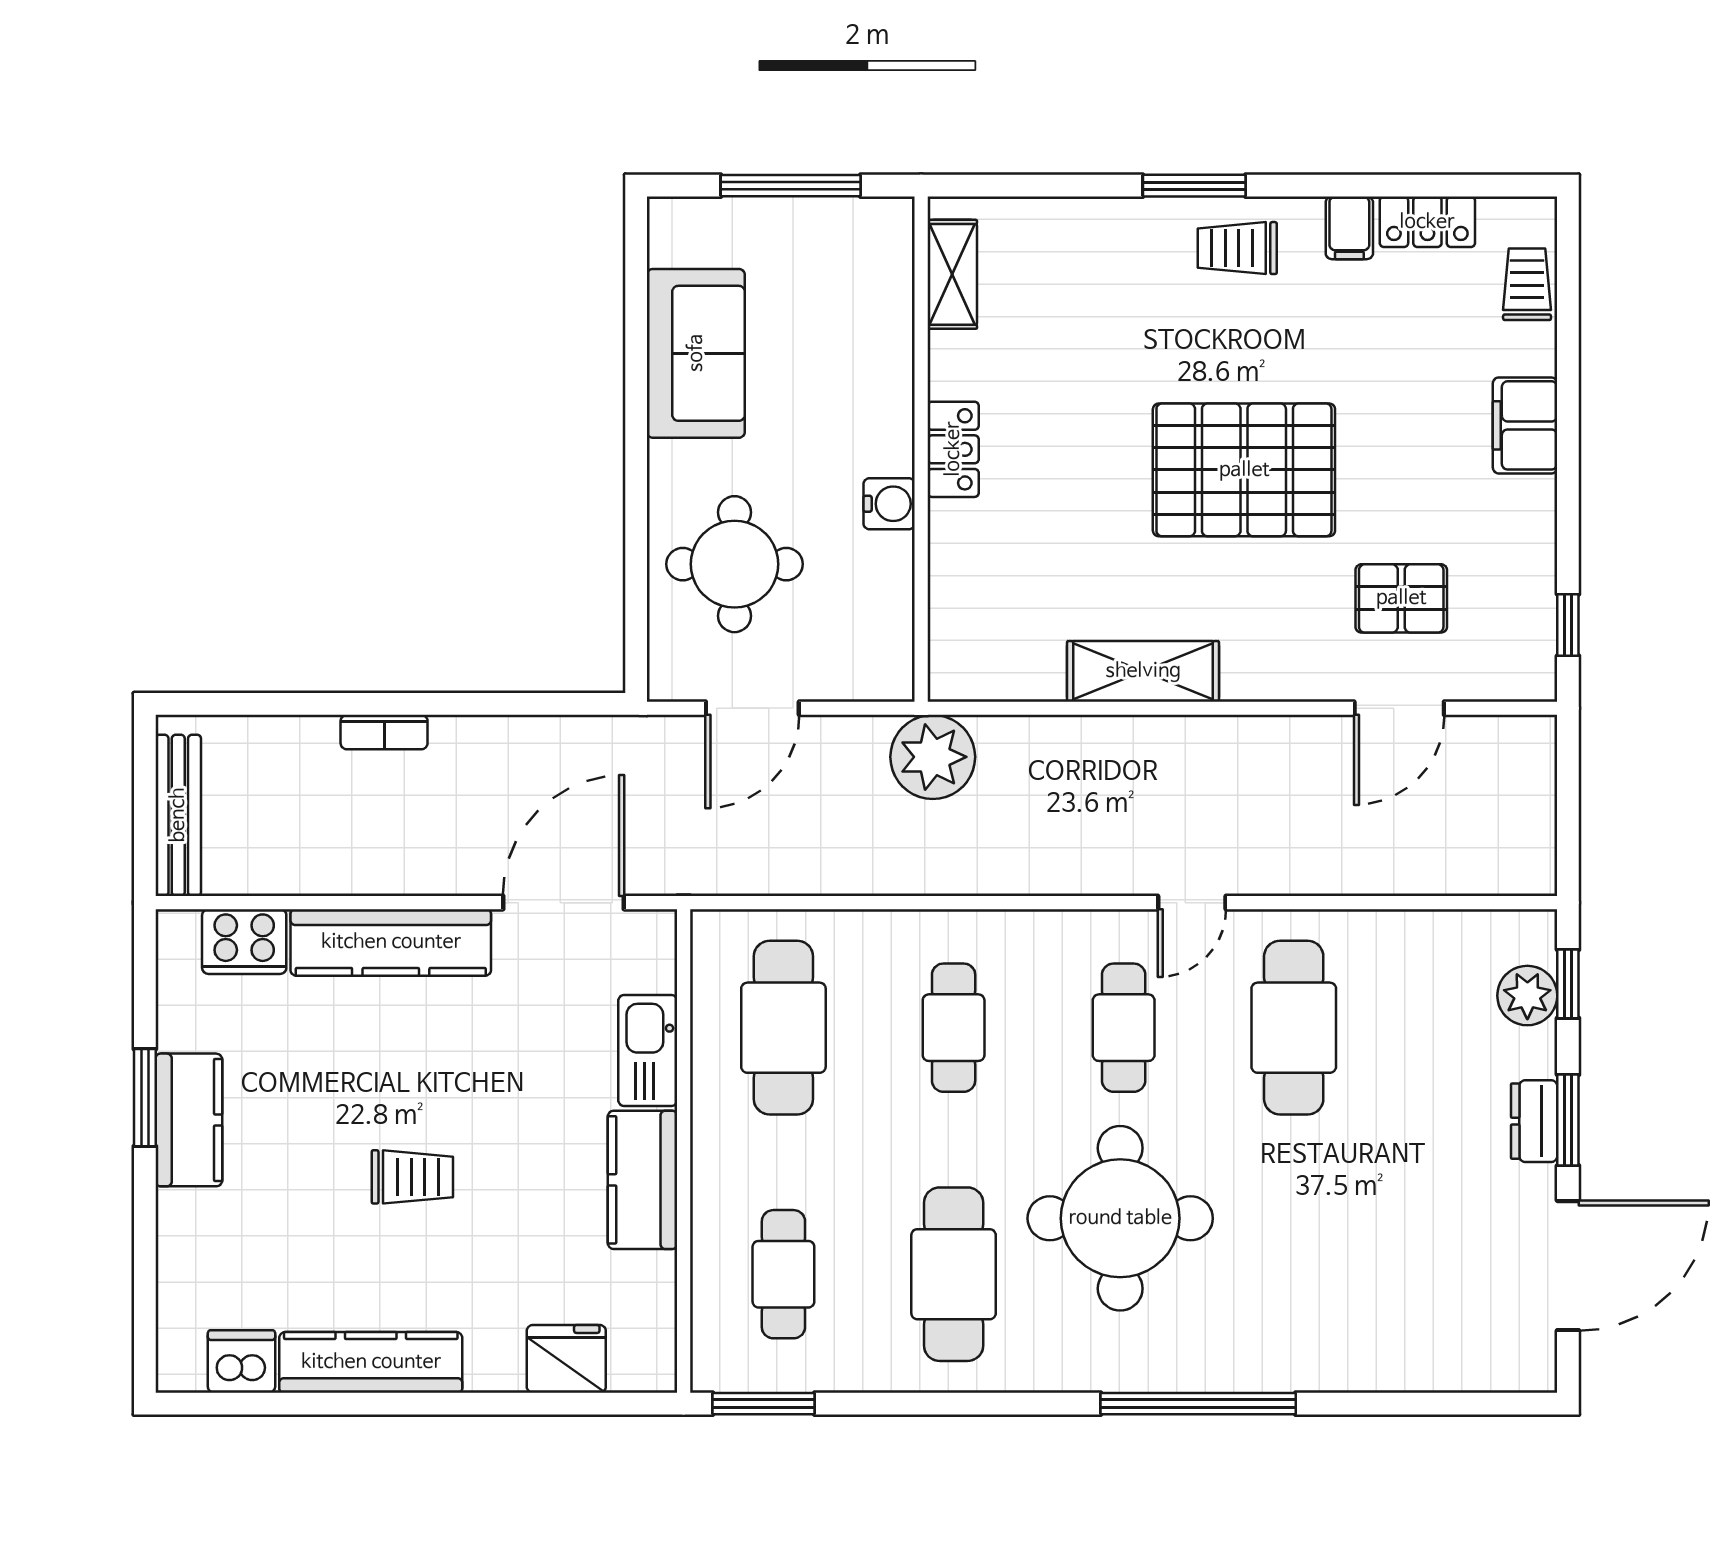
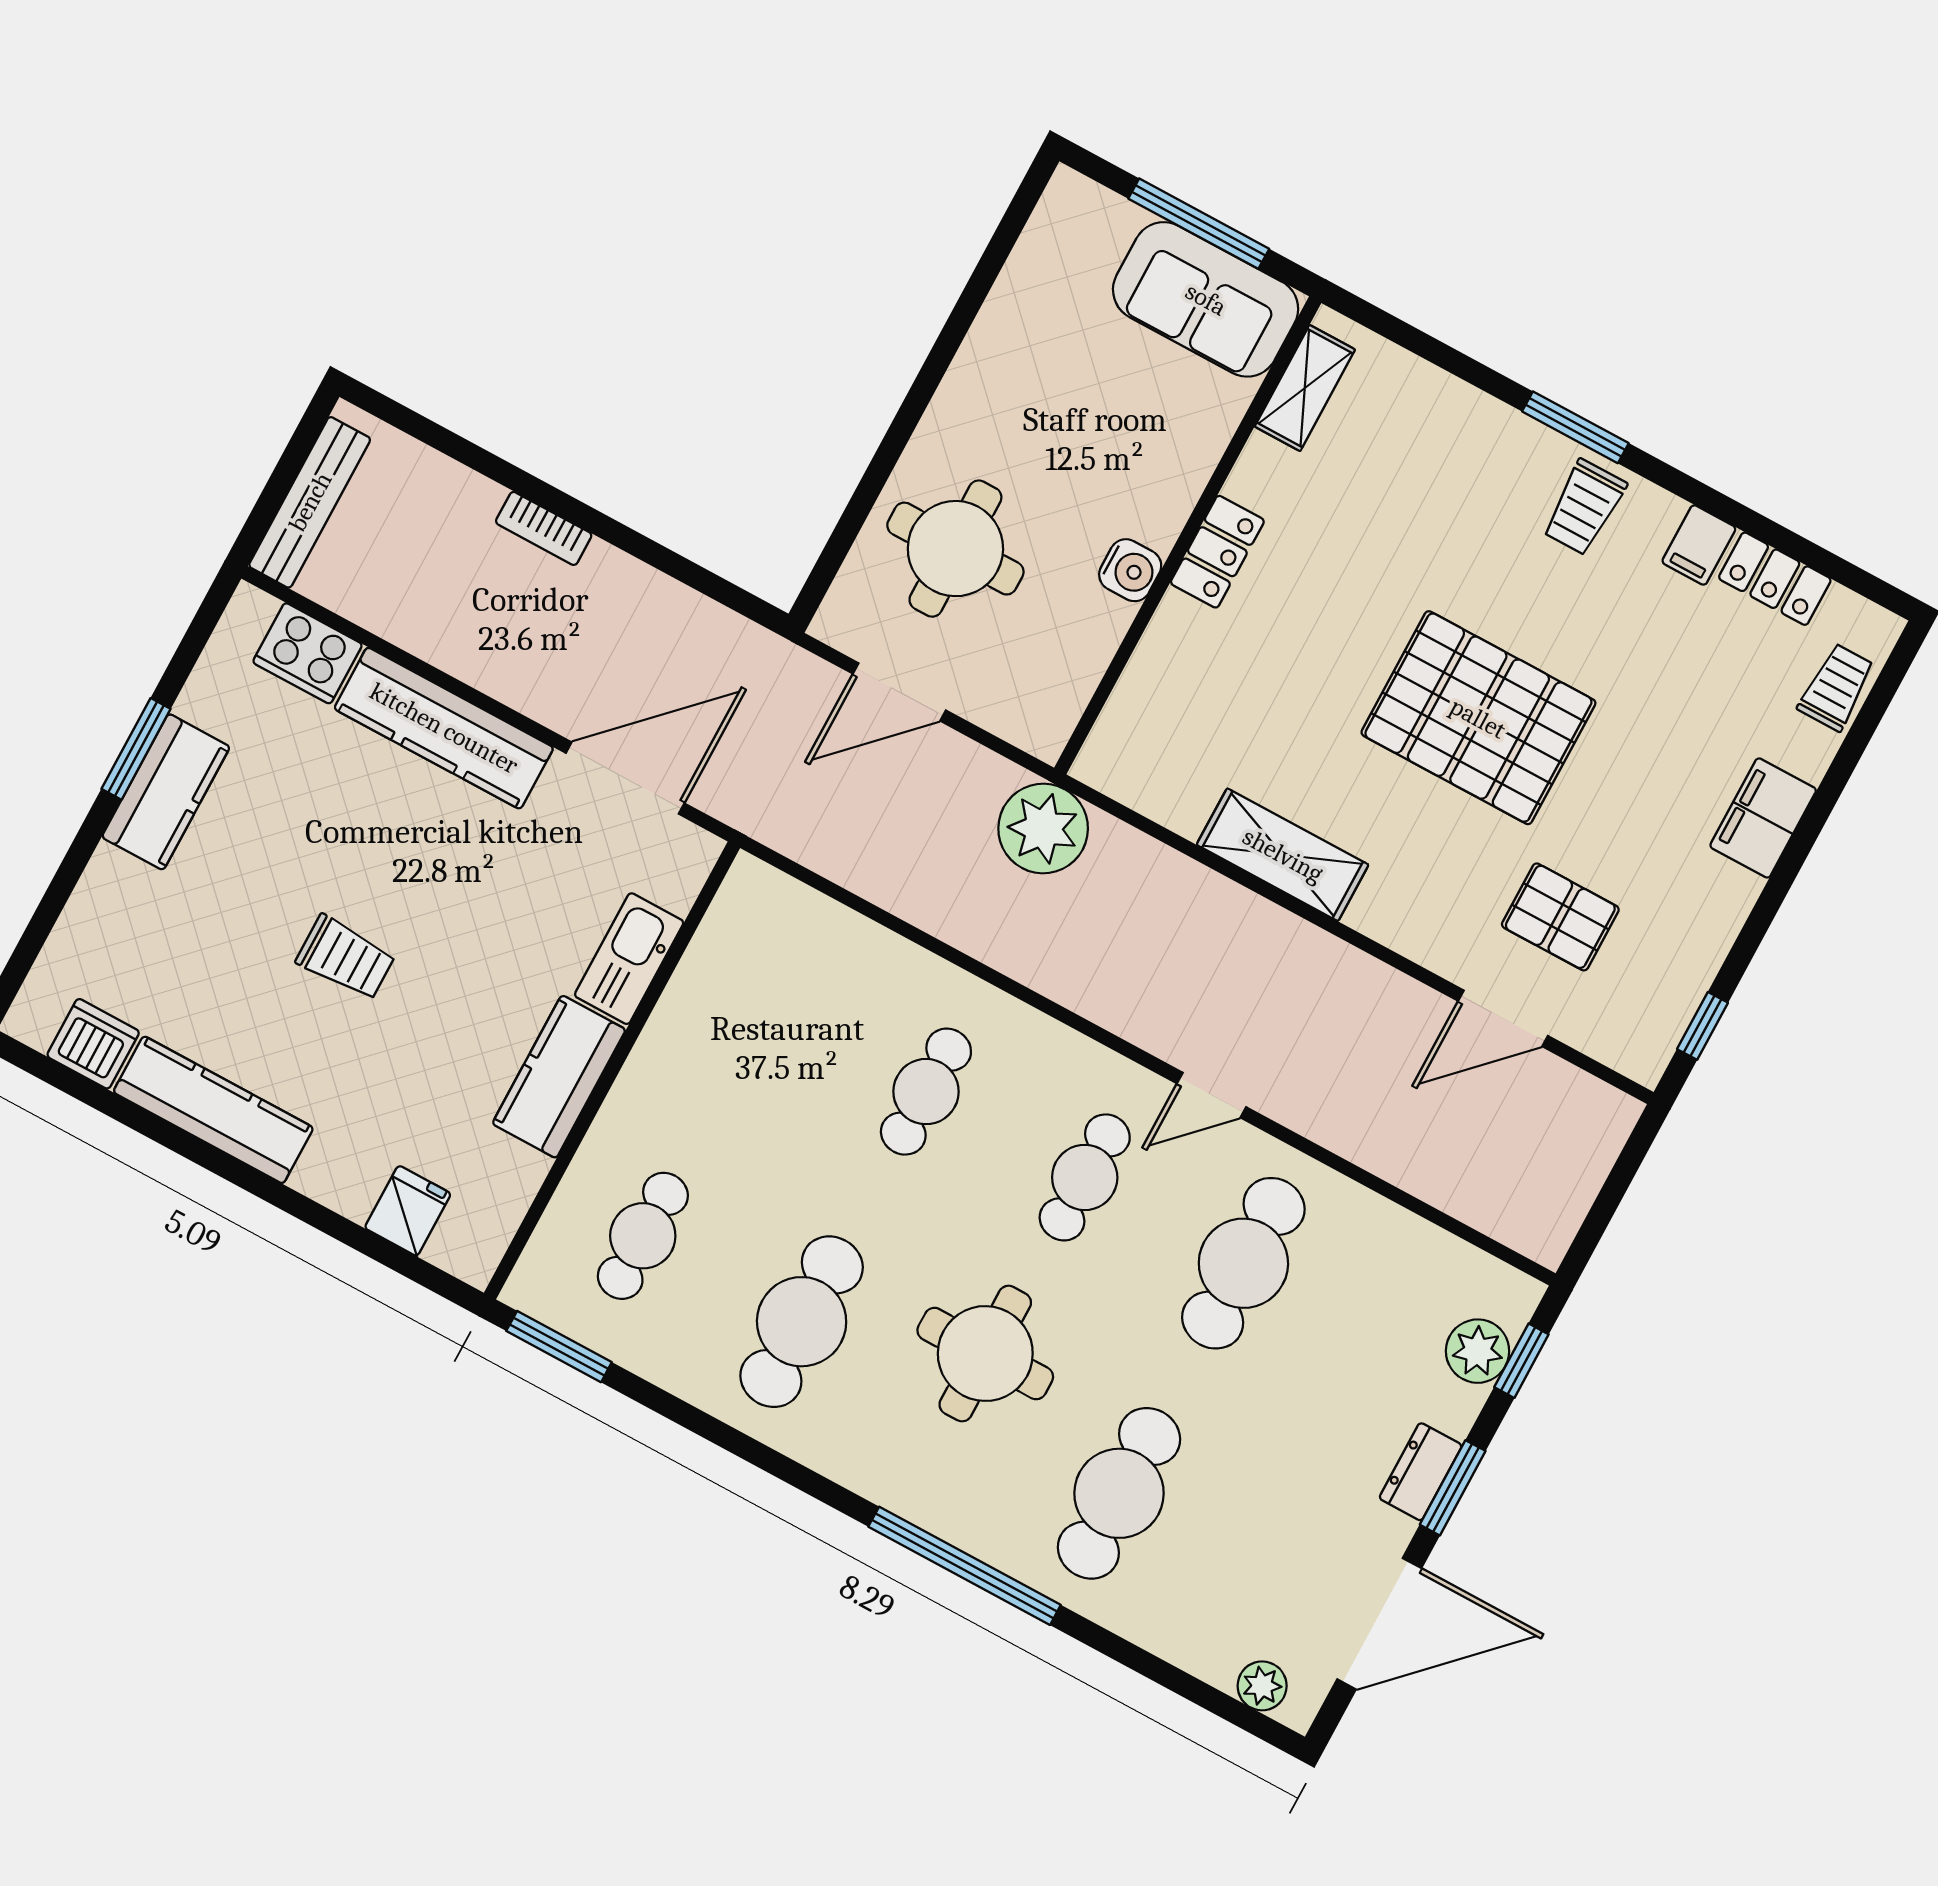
trolley: (1237, 248) -> (1584, 507), turned -90
sofa: (696, 353) -> (1206, 299), moved, turned 90
cafe table: (783, 1028) -> (1119, 1493), moved
round table: (1120, 1218) -> (985, 1354), width x0.73, depth x0.73
fridge: (566, 1359) -> (408, 1211), width x0.72
plant: (1499, 1370) -> (1262, 1686), added

